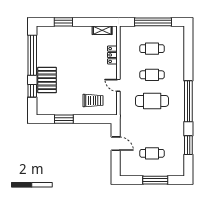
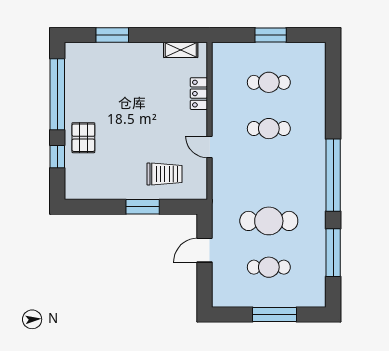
window: (153, 22) -> (271, 35), width x0.47
pallet: (47, 80) -> (83, 138), width x0.67, depth x0.71
cafe table: (152, 101) -> (269, 221), moved
window: (64, 119) -> (143, 207), moved
door: (116, 144) -> (205, 250), swing flipped
window: (188, 145) -> (333, 253), width x1.44

